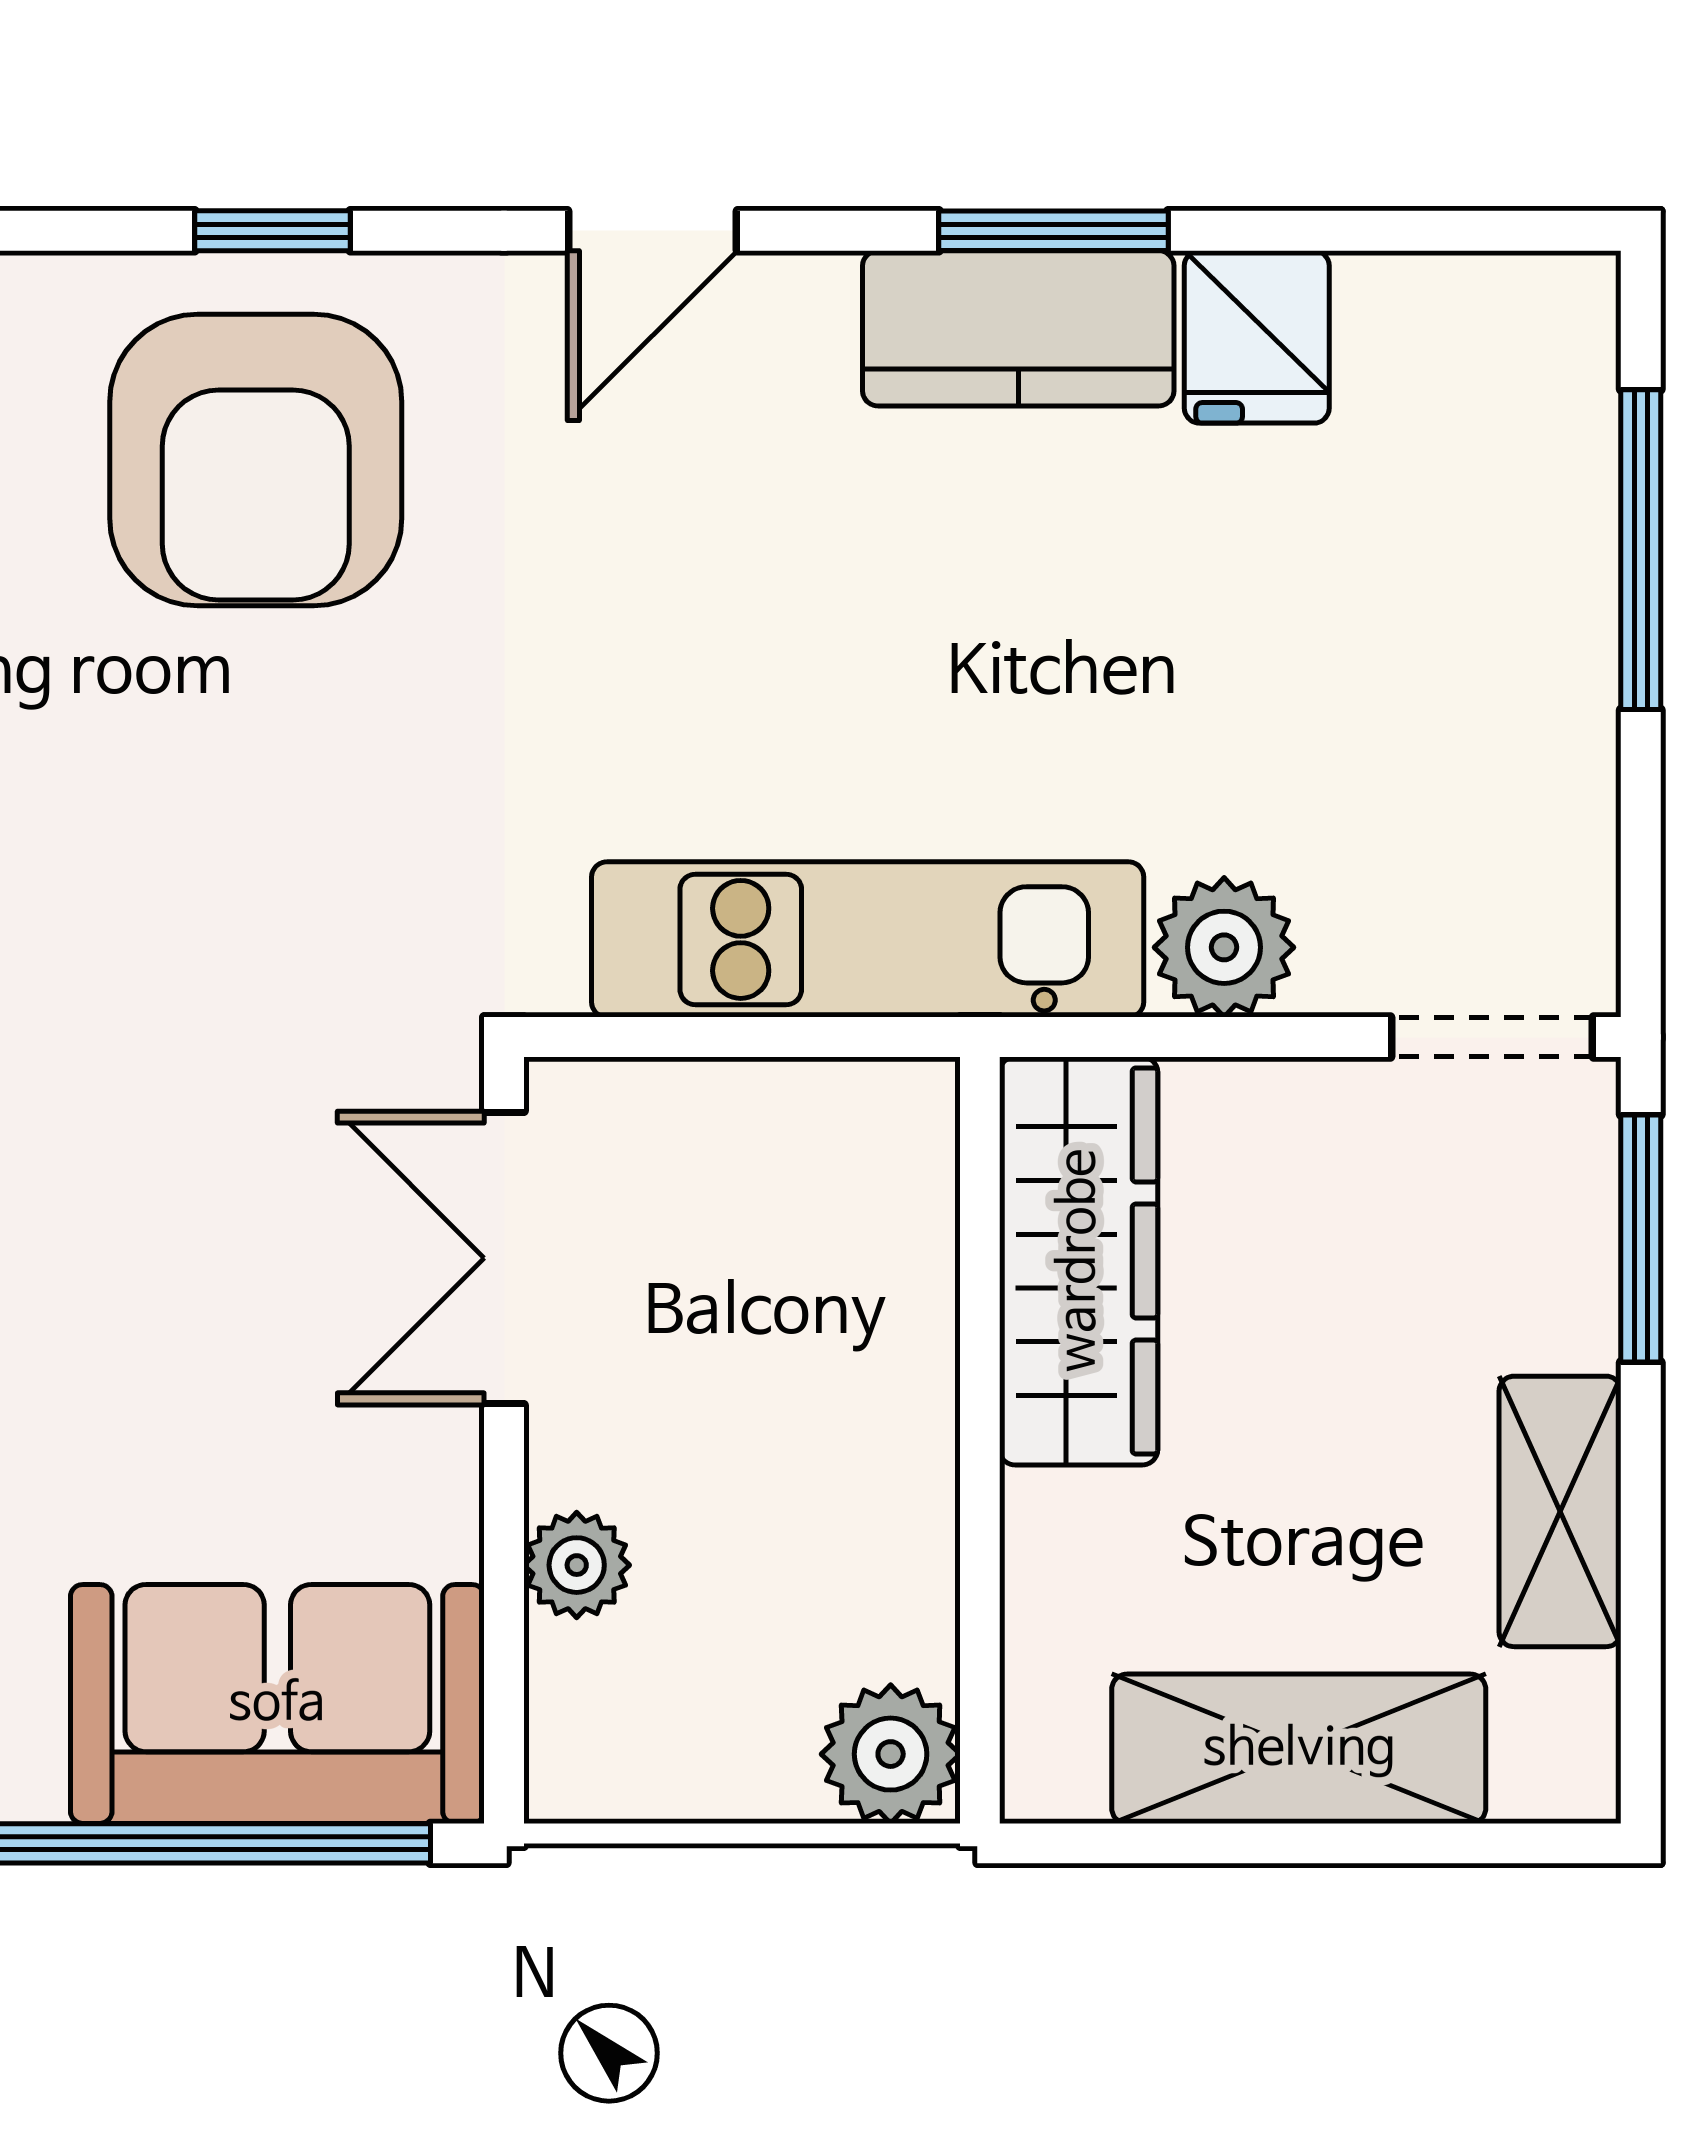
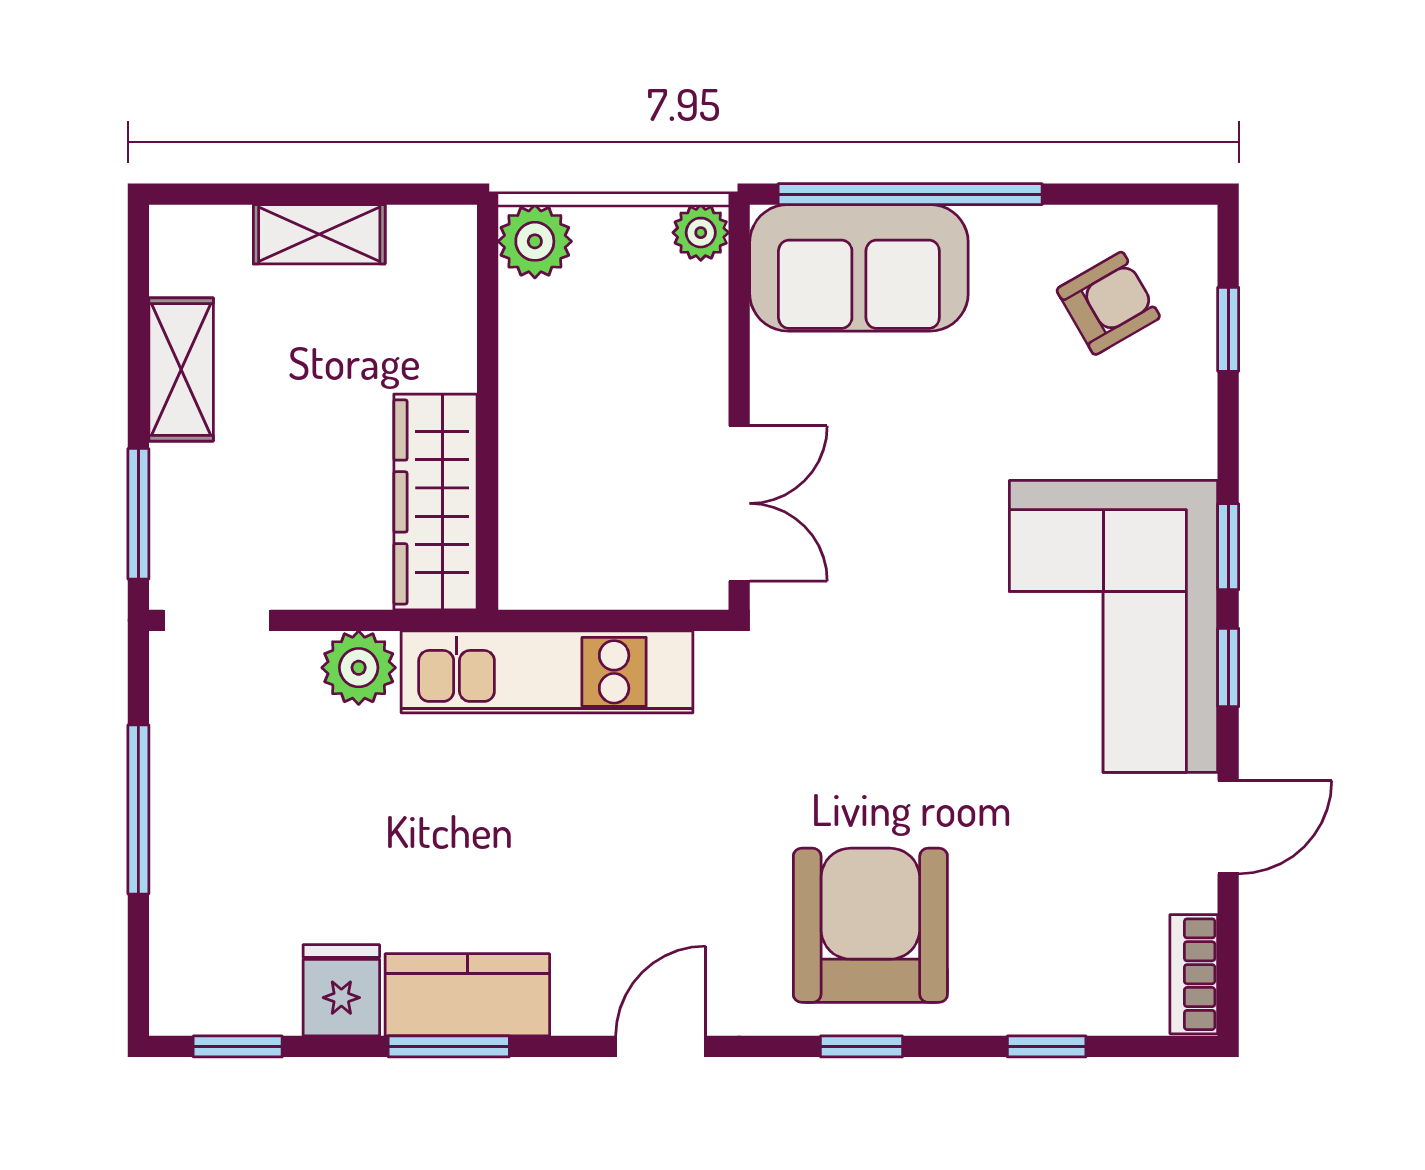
window: (1453, 231) -> (238, 1046), added
window: (1641, 550) -> (138, 809), moved
plant: (577, 1565) -> (701, 233), moved
shelving: (1299, 1749) -> (319, 234), width x0.67, depth x0.75

